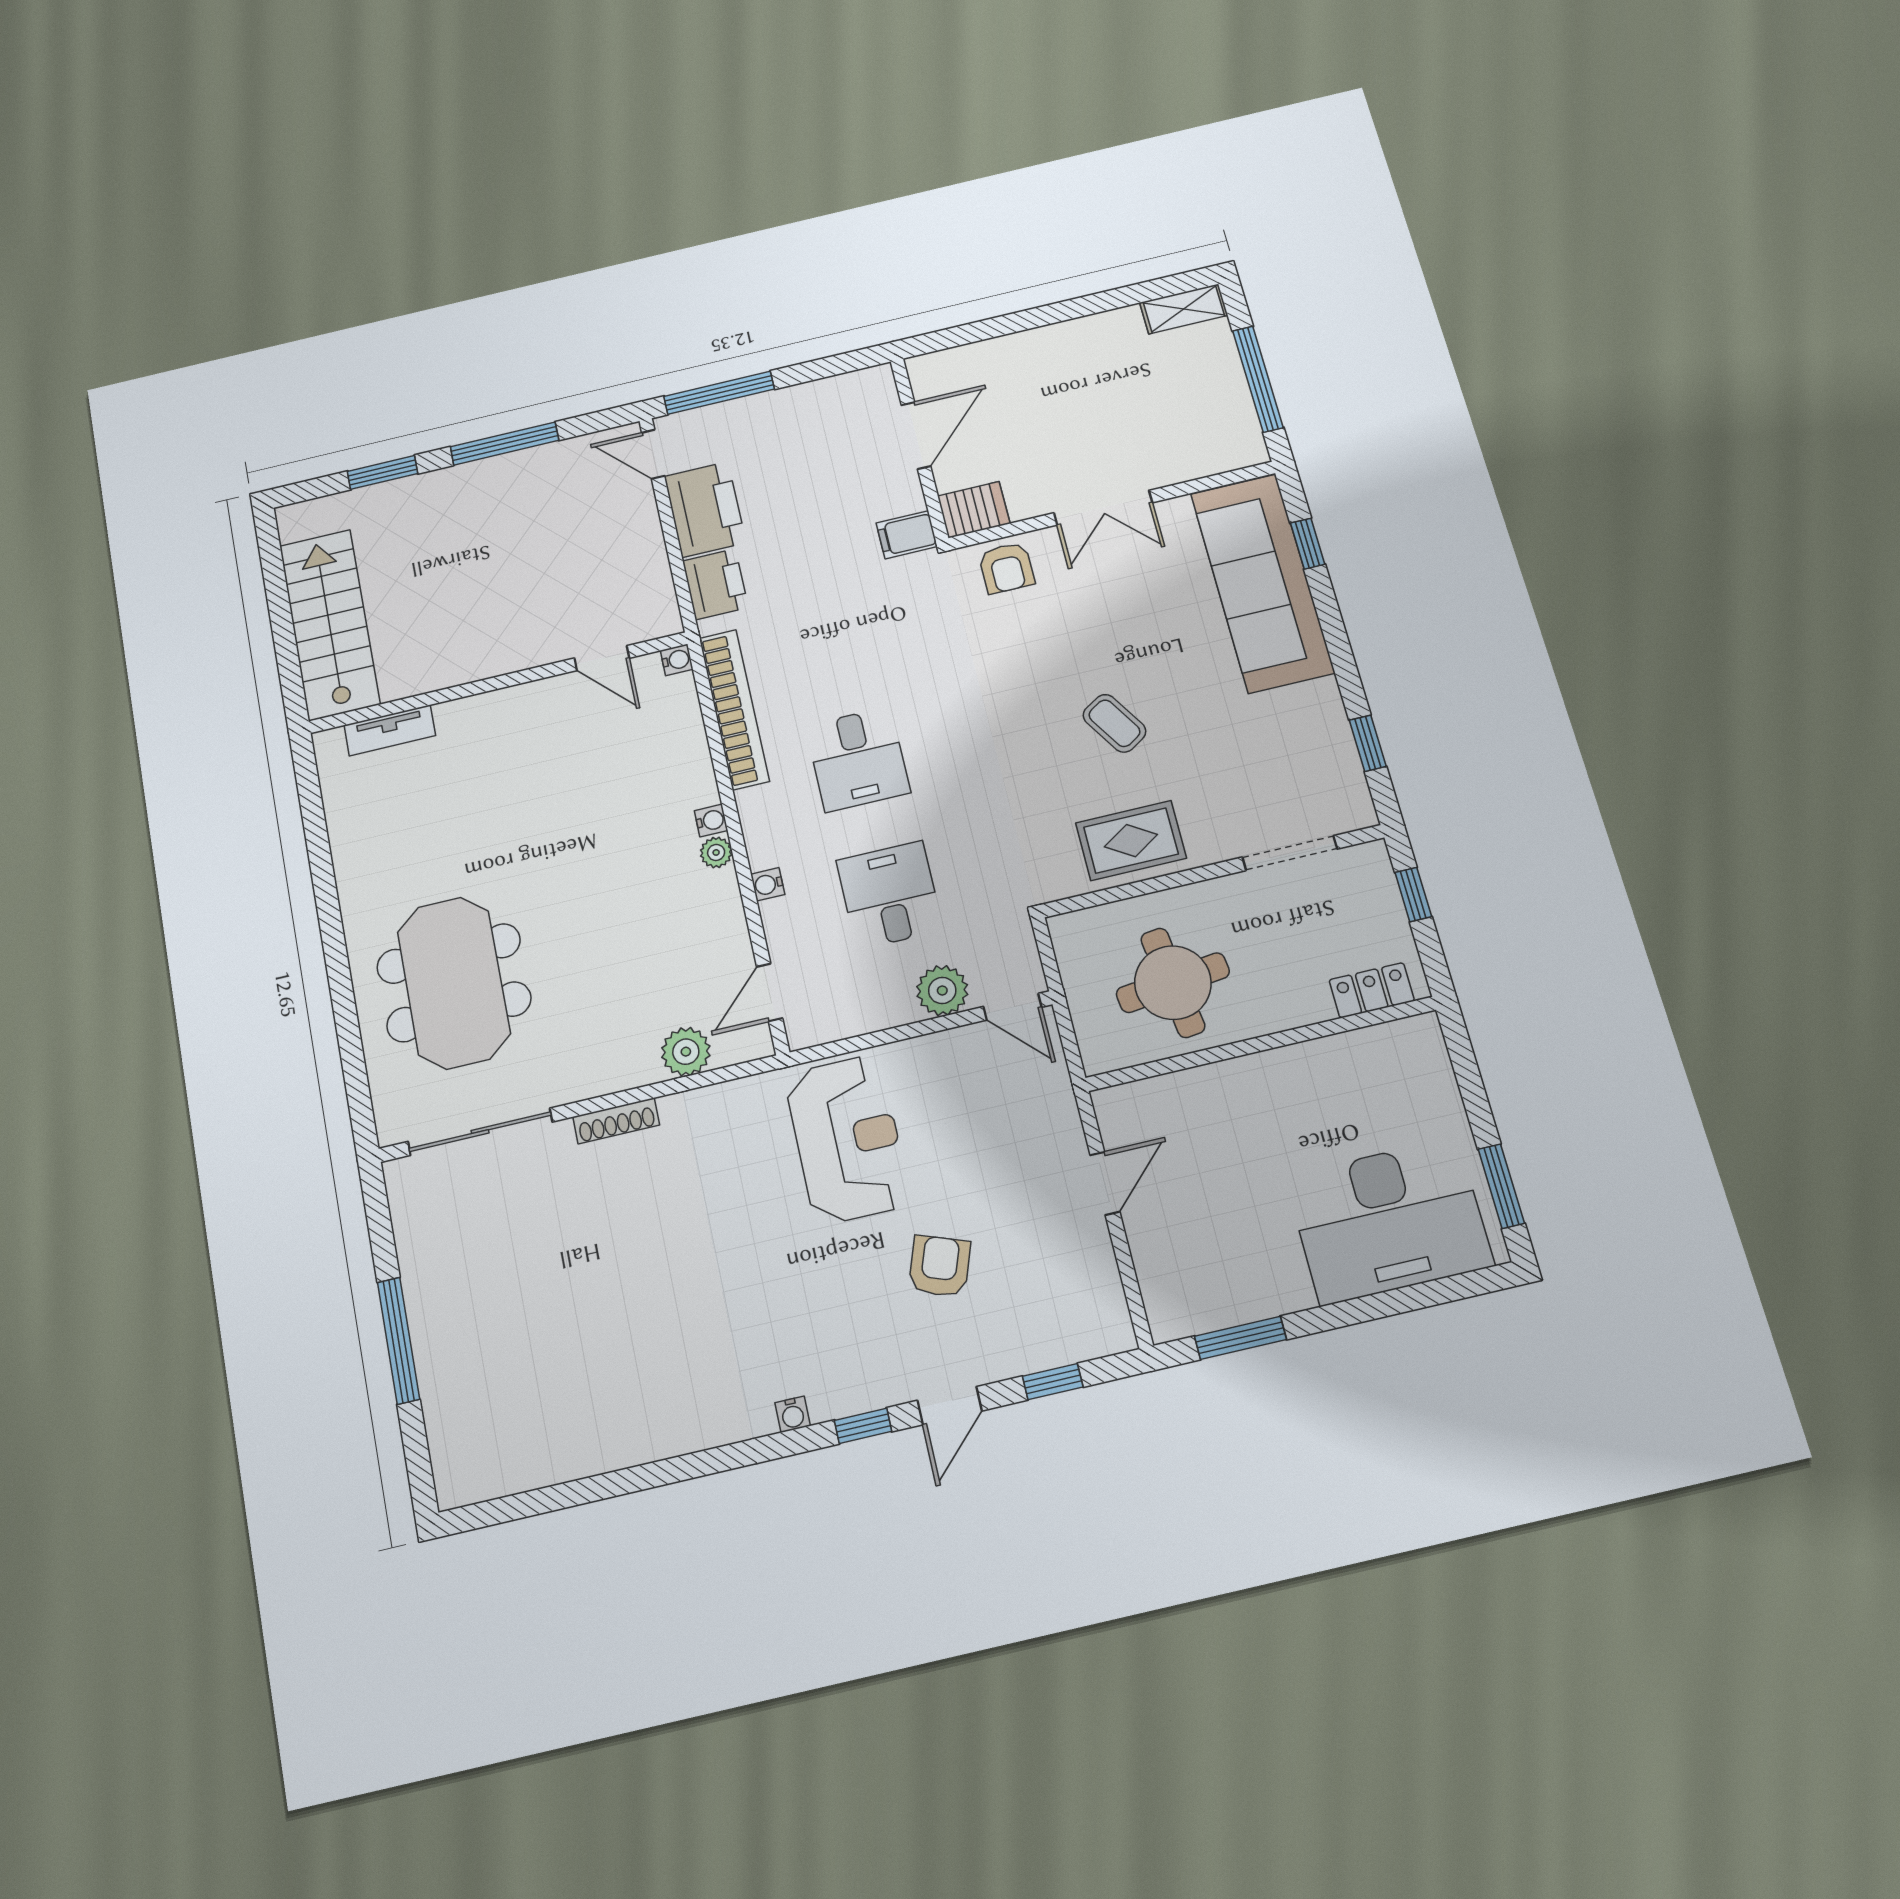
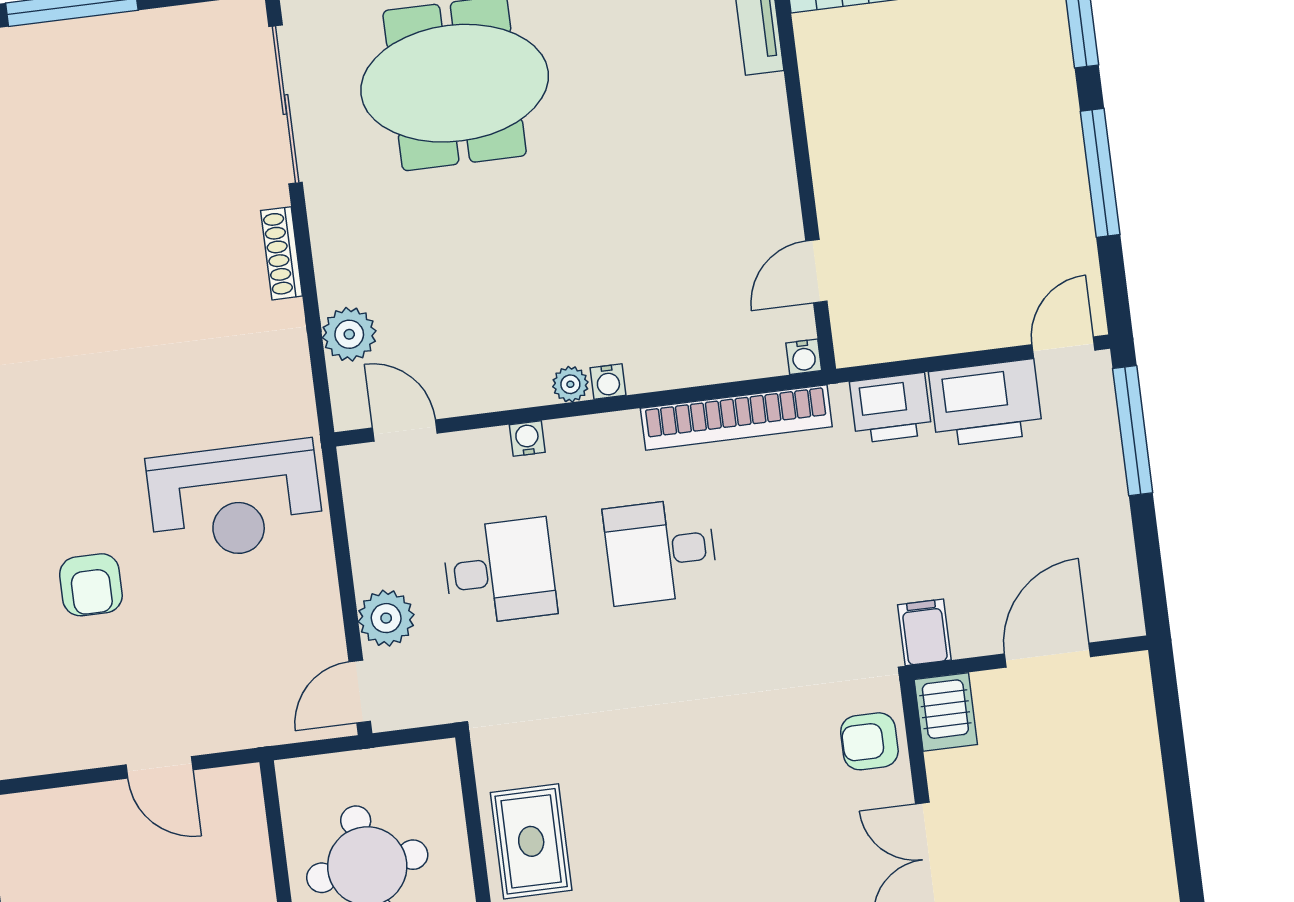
door: (916, 436) -> (1048, 655), swing flipped
coffee table: (1114, 723) -> (669, 840), removed
armchair: (939, 1266) -> (91, 585), turned 70

